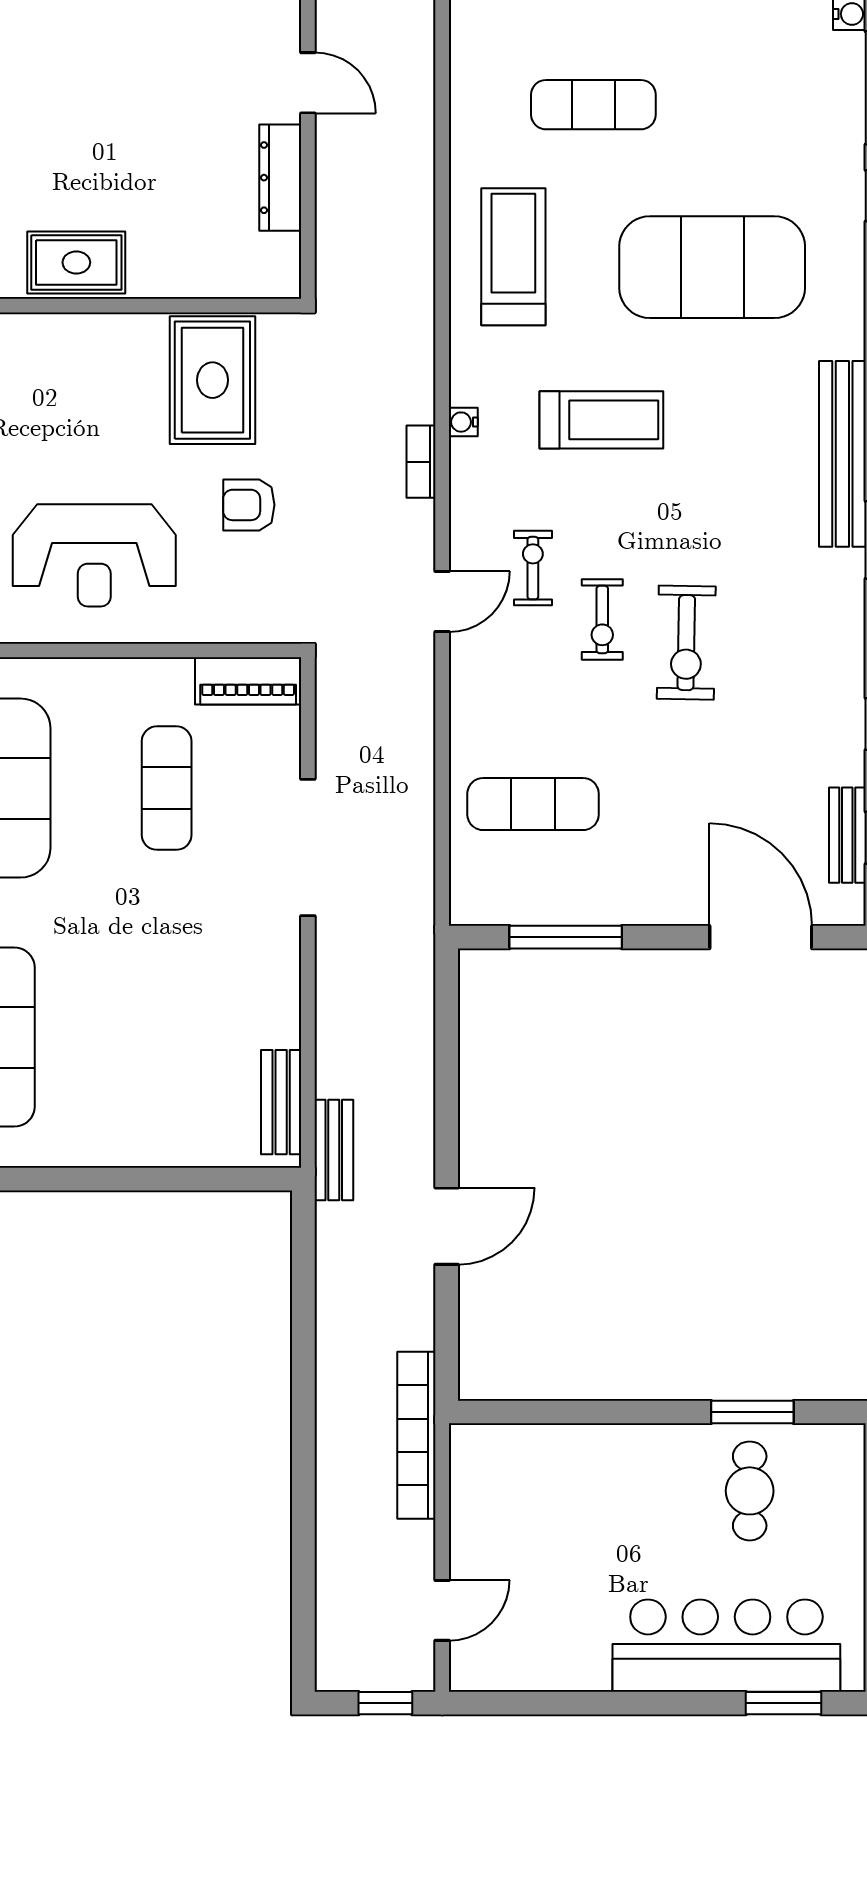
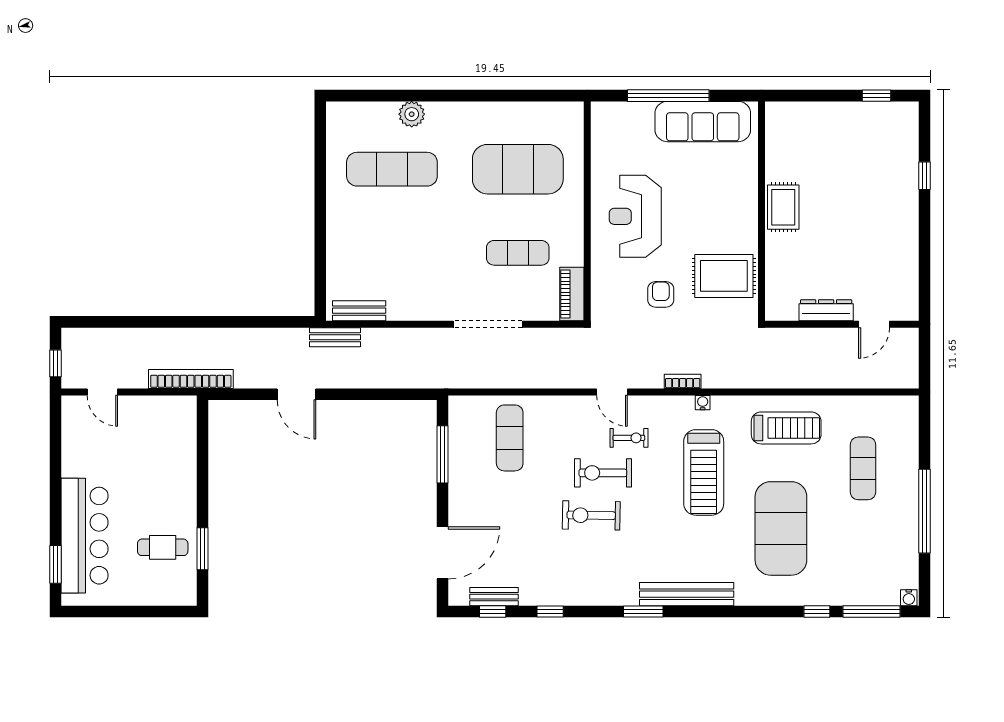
treadmill: (601, 420) -> (704, 472), width x1.37, depth x1.38
exercise bike: (602, 620) -> (603, 473), width x1.38, depth x1.39

